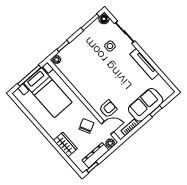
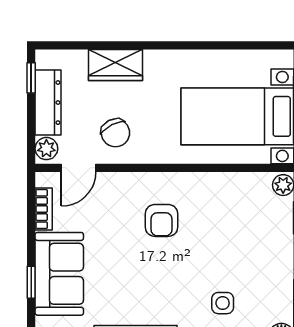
armchair: (108, 109) -> (161, 220), moved

